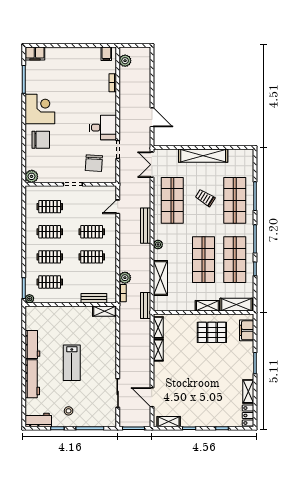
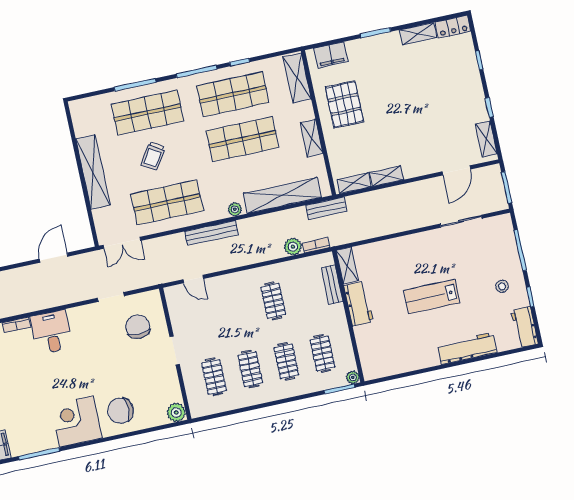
desk: (103, 128) -> (51, 332), moved
chair: (41, 140) -> (121, 411), turned -90
chair: (94, 163) -> (138, 327), turned -93
clothes rail: (92, 232) -> (237, 309), removed
shelving: (160, 278) -> (282, 195), width x1.47
shelving: (207, 306) -> (312, 138), moved
workbench: (32, 345) -> (359, 304), moved, turned 90
lab bench: (72, 363) -> (432, 297), turned 180

